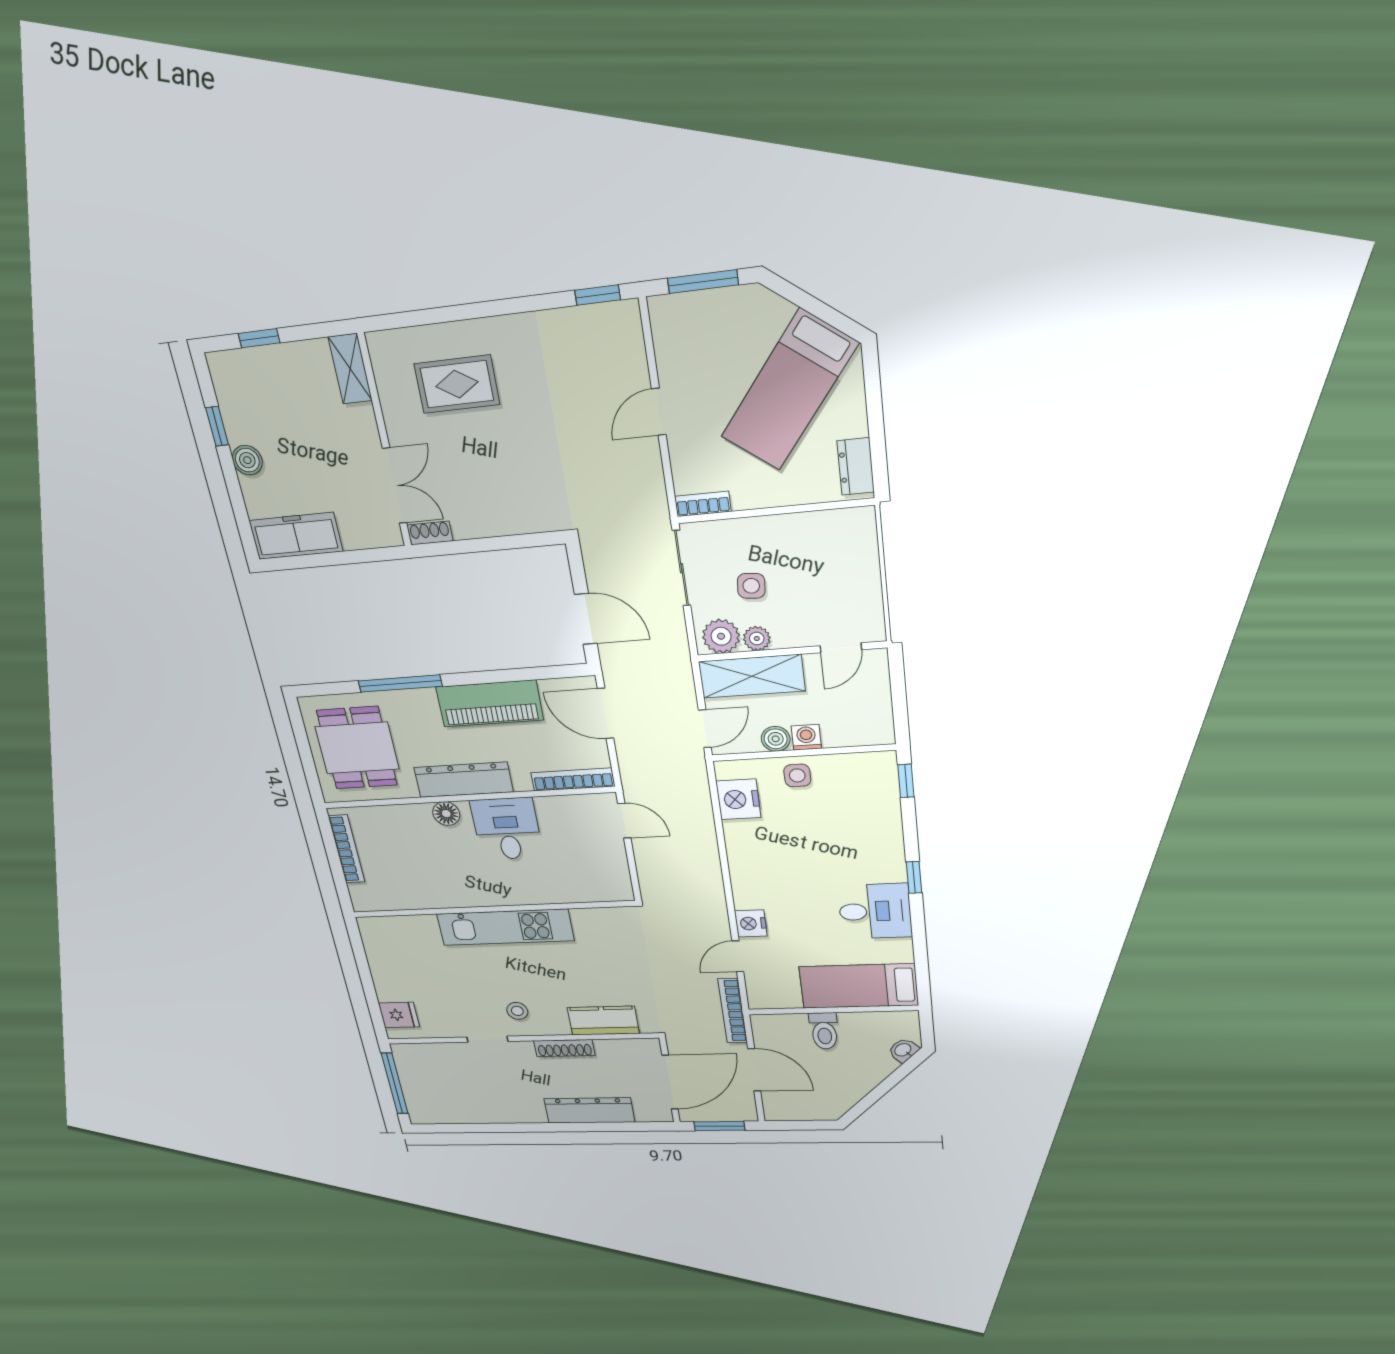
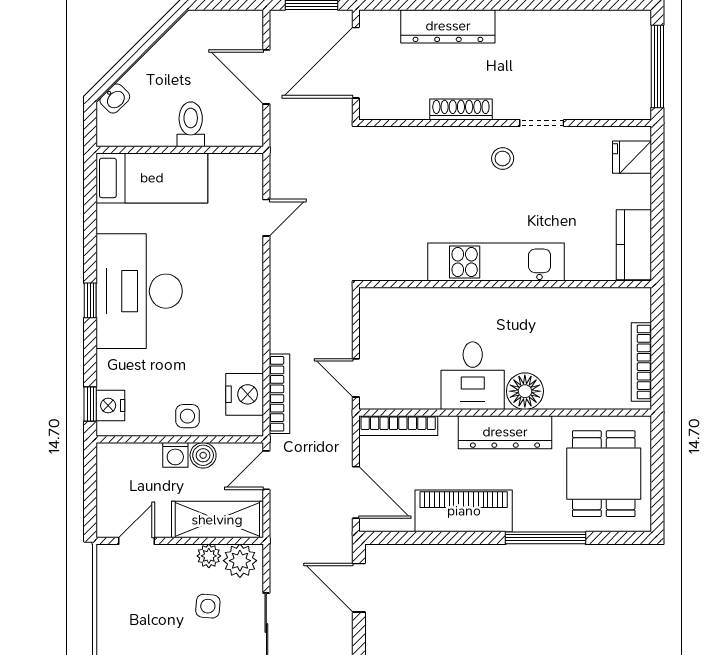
floor lamp: (446, 814) -> (525, 391), width x1.38, depth x1.38
desk: (875, 911) -> (139, 291), width x1.87, depth x1.30
nightstand: (751, 923) -> (110, 406), moved, turned 180
bookcase: (733, 1011) -> (279, 394), moved
kitchen counter: (603, 1021) -> (634, 245), moved, turned 90

